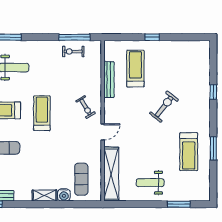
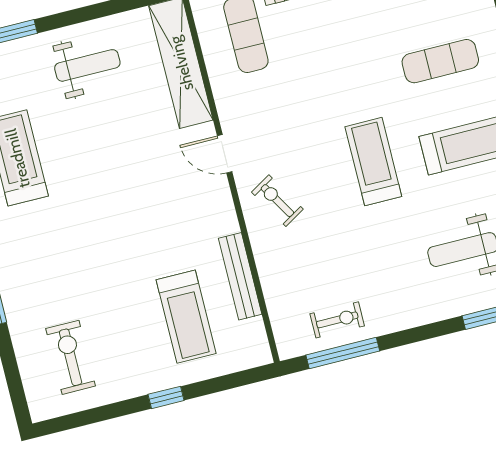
exercise bike: (164, 107) -> (71, 357), moved, turned 142
treadmill: (42, 113) -> (373, 162), turned 180
door: (103, 132) -> (225, 154), hinge flipped

